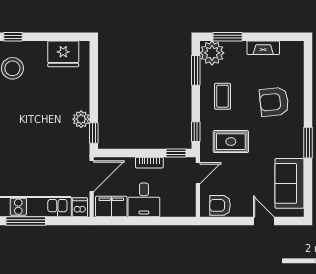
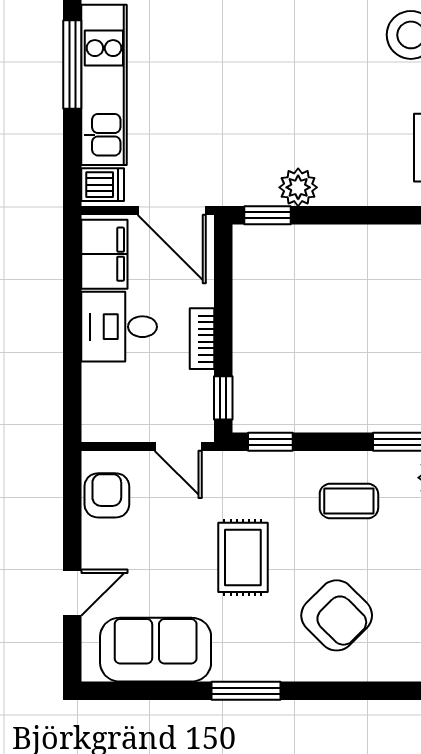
armchair: (274, 102) -> (337, 615), turned 141
rug: (231, 142) -> (243, 557), moved

